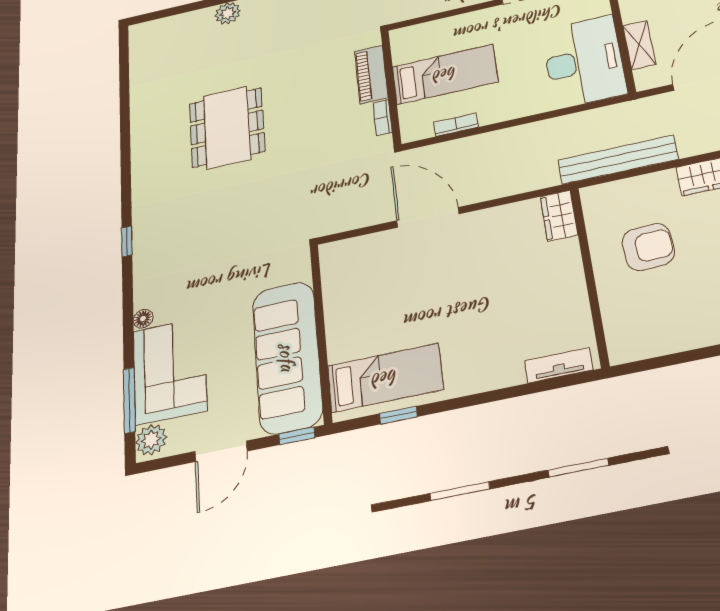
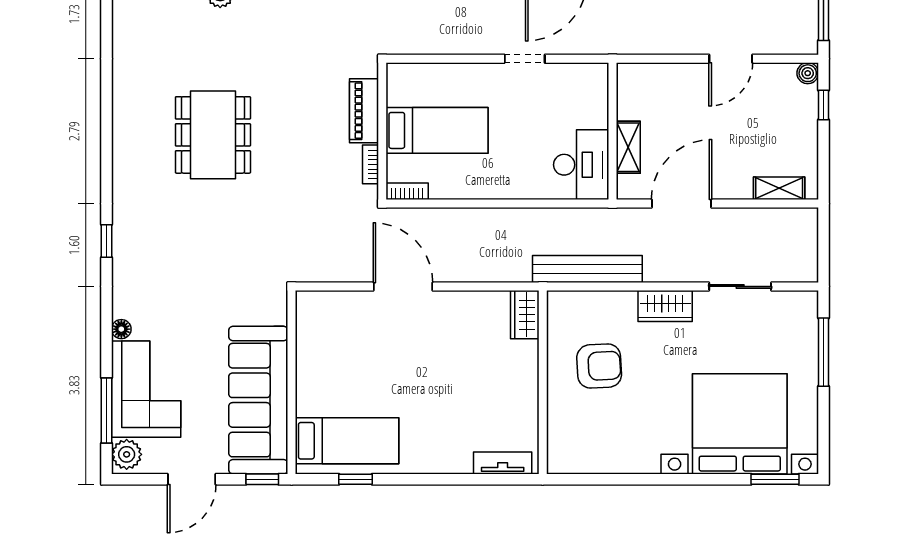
desk: (584, 62) -> (581, 165), width x0.73, depth x0.77
bookcase: (456, 125) -> (407, 191), moved

